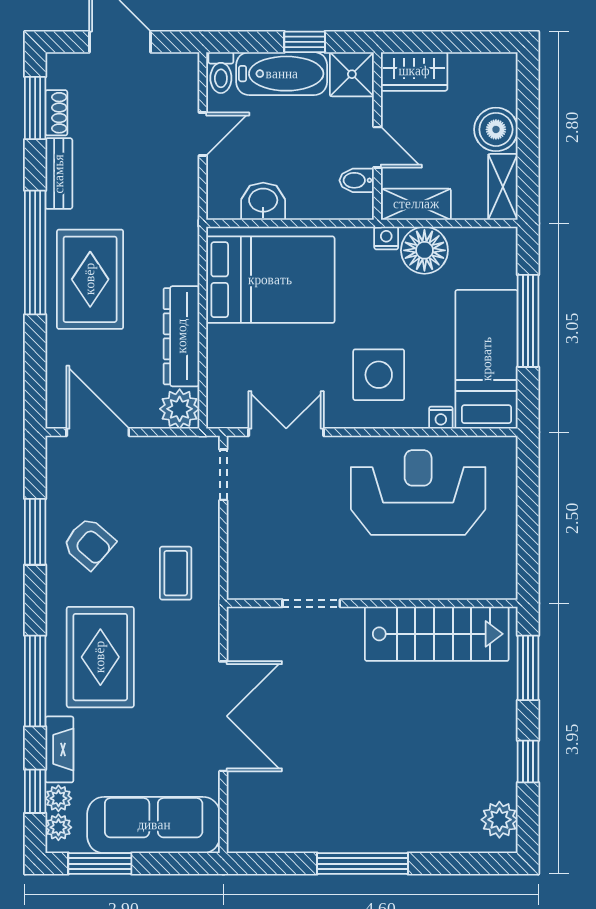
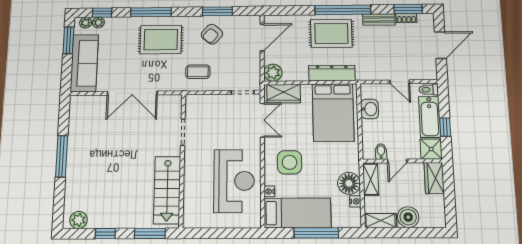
nightstand: (386, 238) -> (355, 201), moved
dresser: (182, 336) -> (332, 73), moved
wardrobe: (227, 386) -> (284, 94), added
fireplace: (59, 749) -> (120, 23), removed

